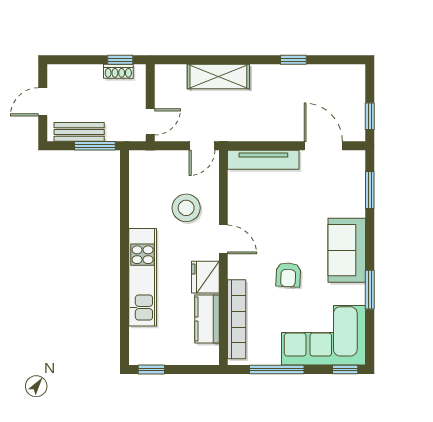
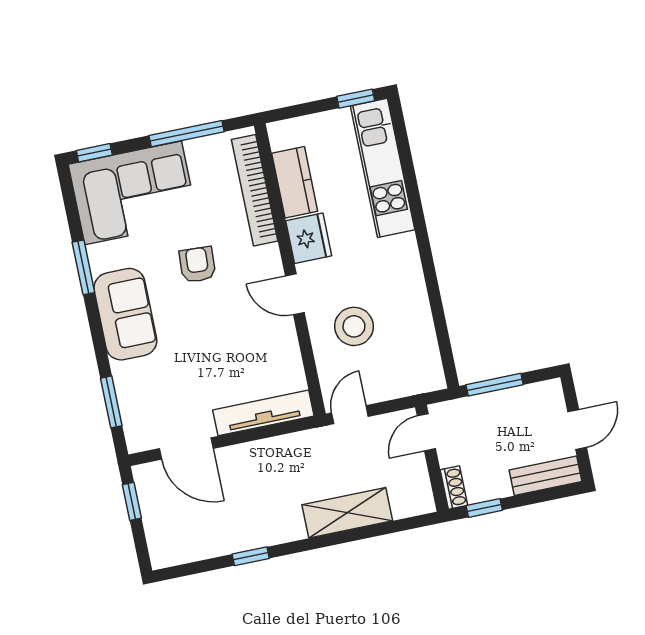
shoe rack: (118, 71) -> (454, 487), moved, turned 90
bench: (79, 132) -> (546, 476), moved
kitchen unit: (143, 277) -> (383, 168), moved

